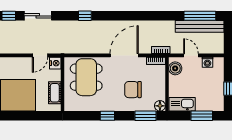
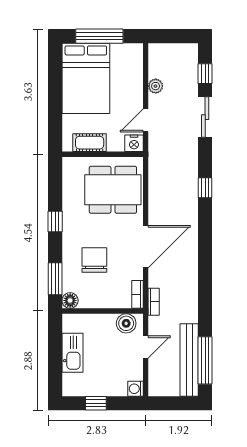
plant: (17, 49) -> (156, 86), added
door: (40, 55) -> (146, 120), hinge flipped
door: (124, 55) -> (146, 247), hinge flipped
washing machine: (207, 62) -> (135, 389), moved
kitchen sink: (182, 104) -> (72, 353), moved
window: (202, 116) -> (55, 363), removed

